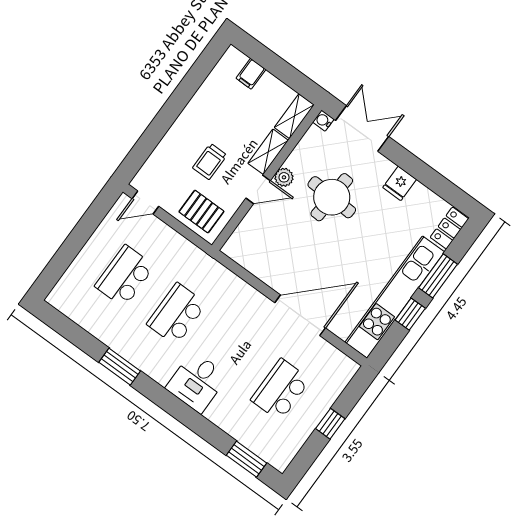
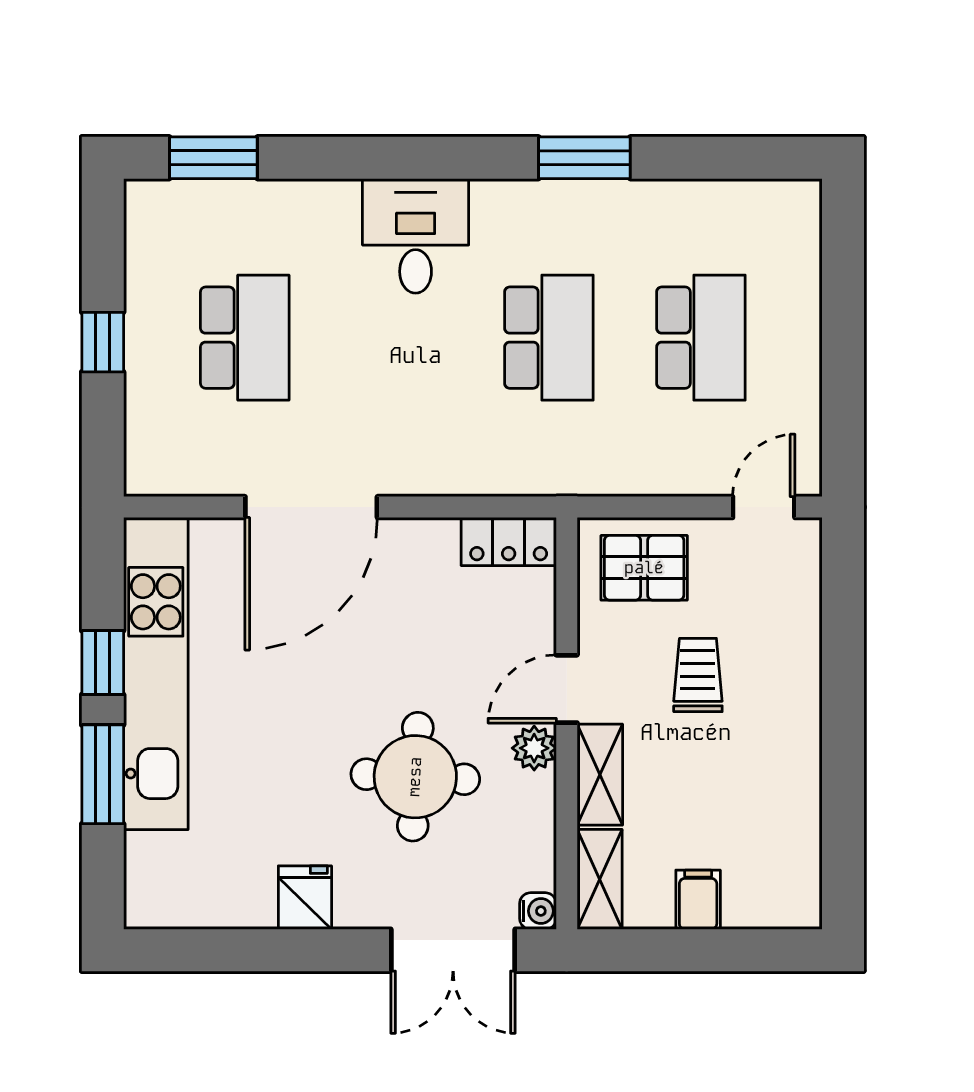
filing cabinet: (251, 74) -> (698, 900), moved
locker: (449, 228) -> (509, 542), moved, turned 90

